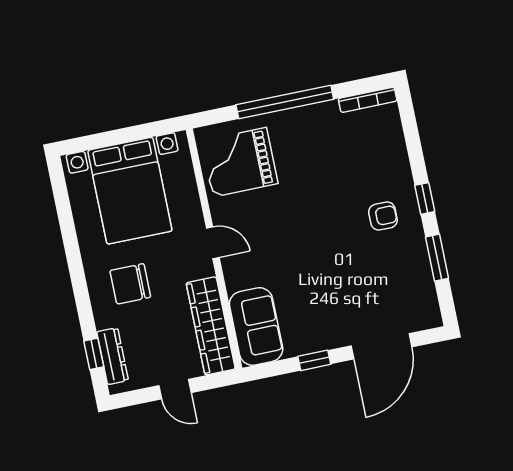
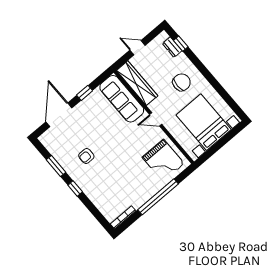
grand piano: (240, 162) -> (163, 160), turned 90
armchair: (383, 216) -> (86, 156), moved
sofa: (256, 327) -> (122, 99), width x1.36
dresser: (112, 356) -> (172, 47), width x0.70

